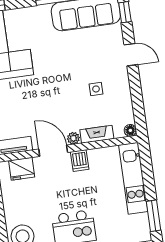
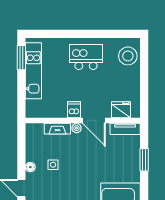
floor lamp: (130, 130) -> (30, 167), moved
kitchen unit: (133, 178) -> (33, 71), moved

